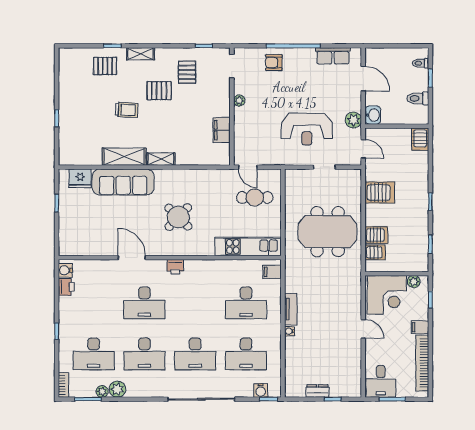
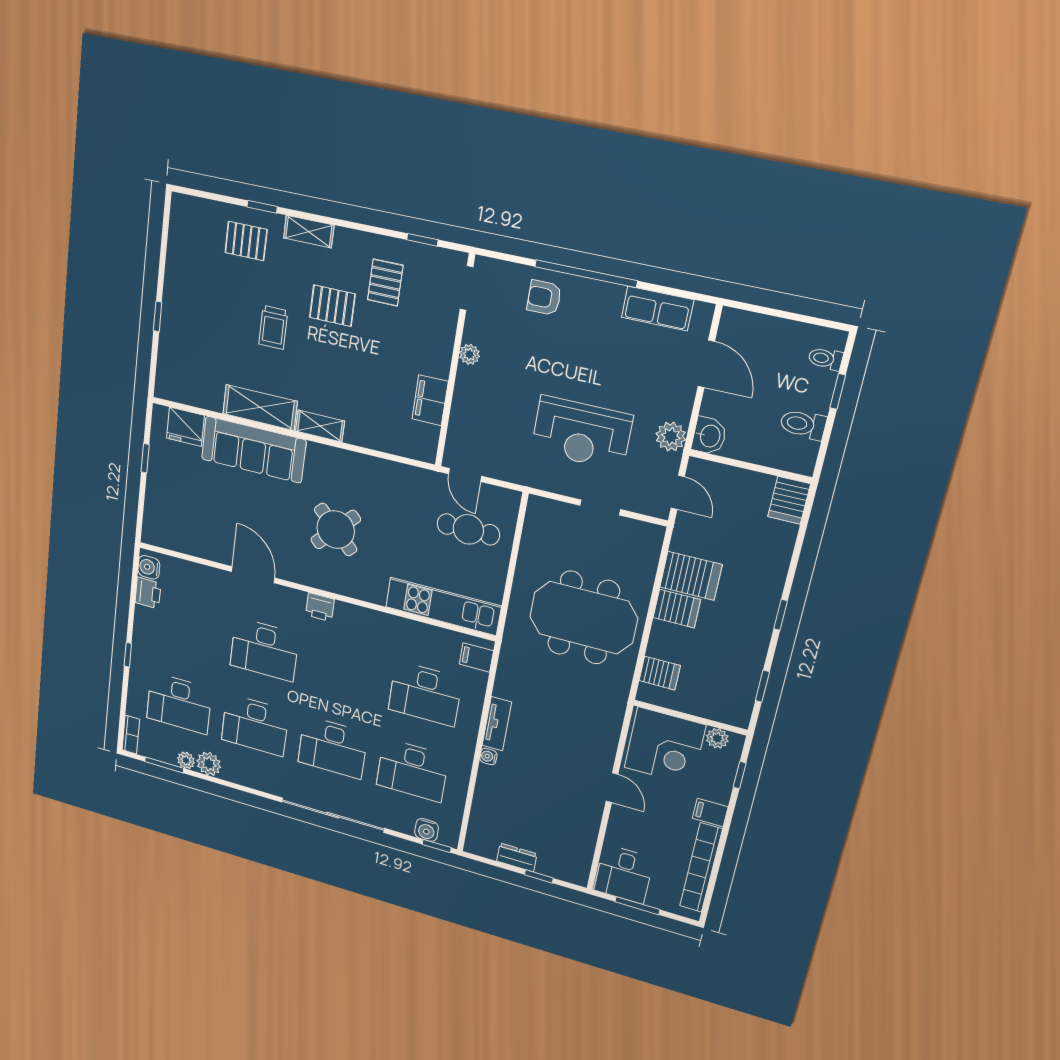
trolley: (127, 110) -> (273, 328), turned 87
server rack: (376, 235) -> (677, 609), moved

